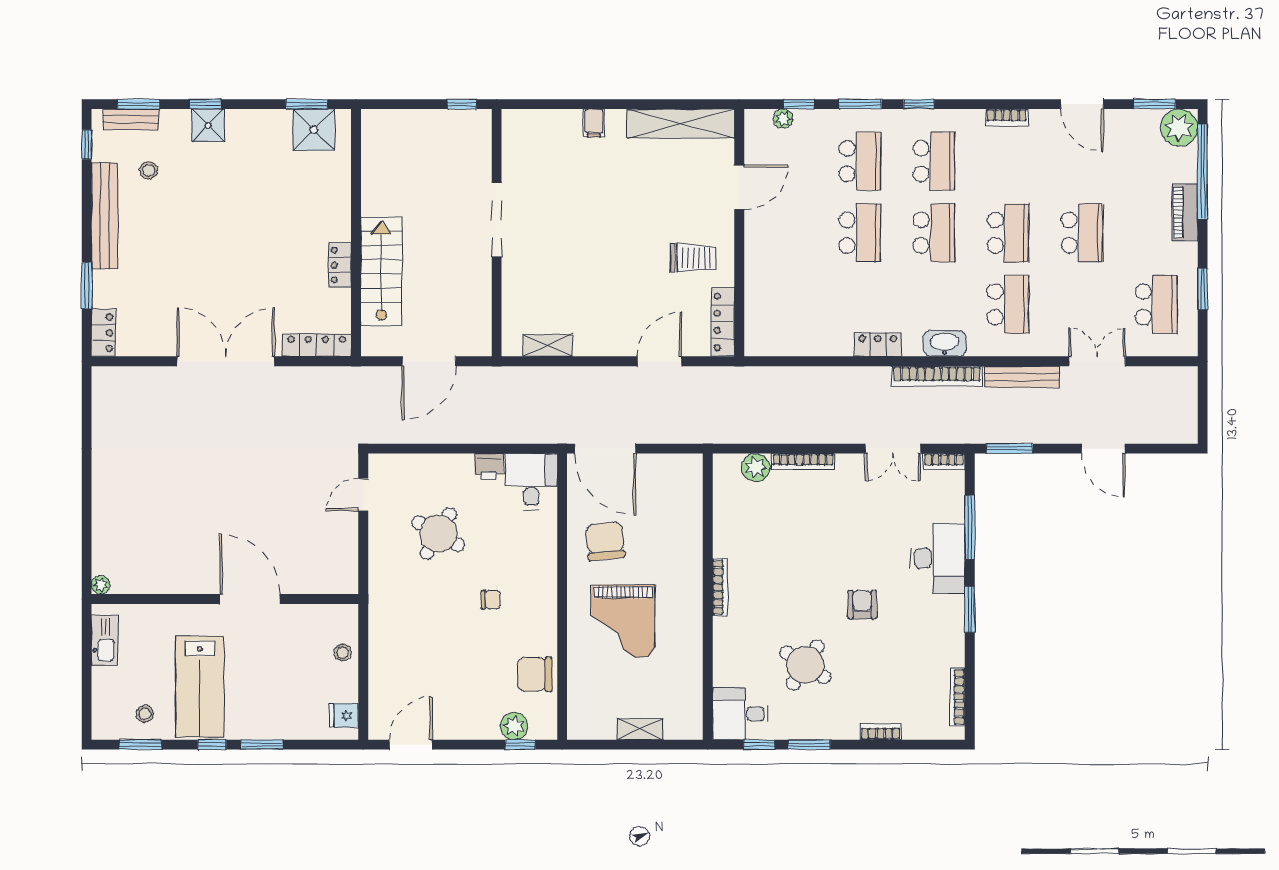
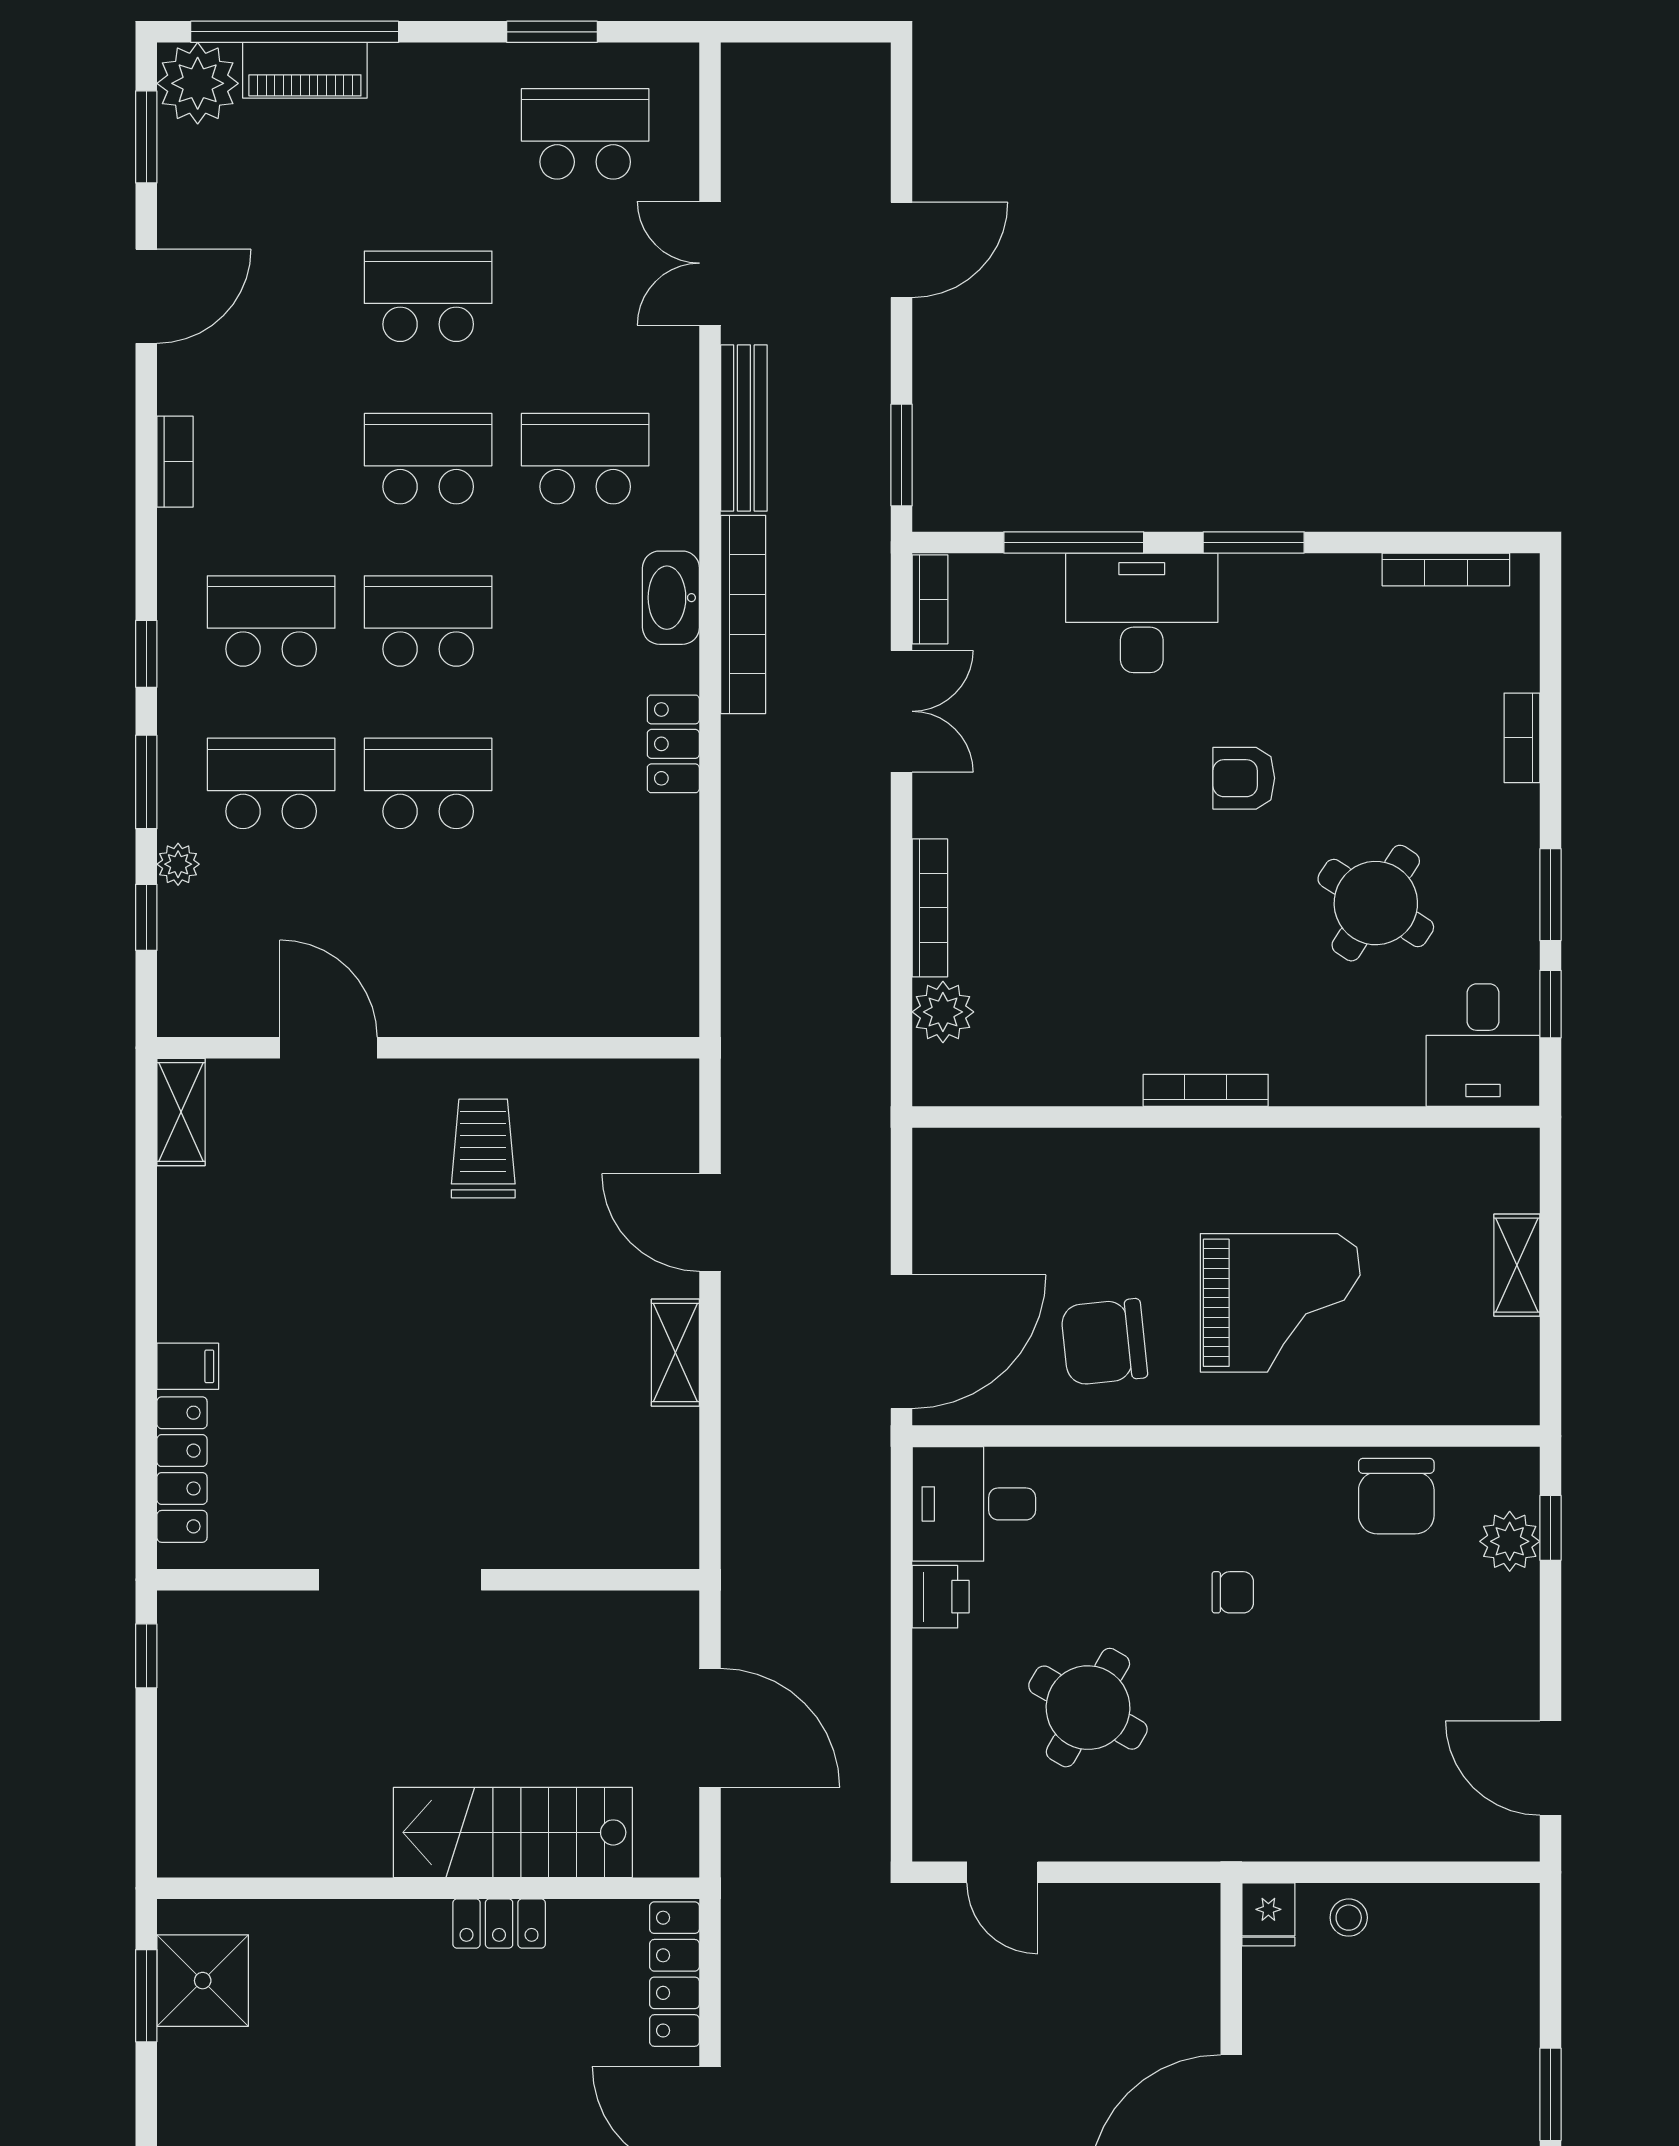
plant: (783, 119) -> (178, 864), moved
shelving: (681, 124) -> (181, 1112), width x0.45, depth x0.75
piano: (1185, 212) -> (305, 70), moved
locker: (723, 322) -> (182, 1470), moved, turned -90
shelving: (548, 345) -> (675, 1353), moved
chair: (491, 600) -> (1233, 1592), turned 90
fridge: (344, 716) -> (1268, 1914), moved

